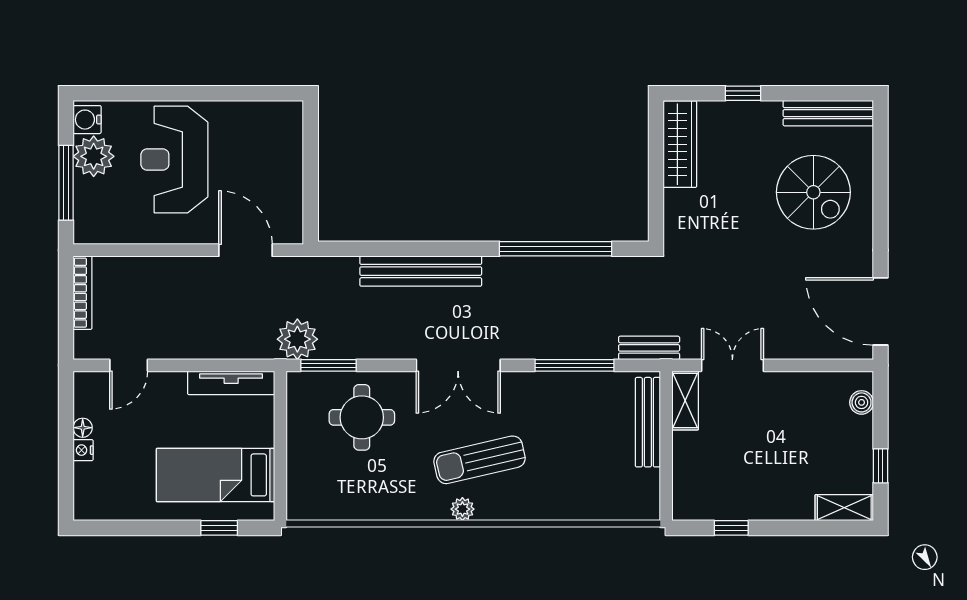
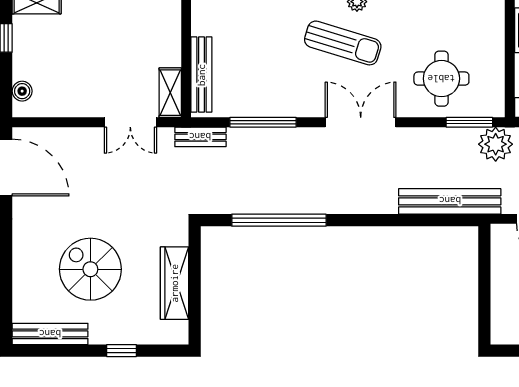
wardrobe: (680, 144) -> (174, 283), moved
spiral stairs: (813, 192) -> (90, 269), moved
bench: (421, 271) -> (450, 201), moved
sun lounger: (479, 460) -> (343, 43), turned 30

